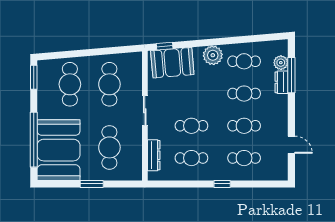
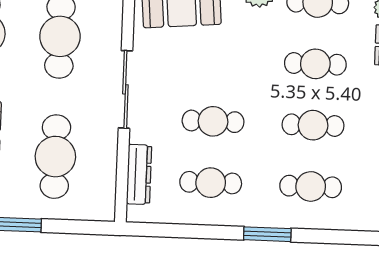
sliding door: (145, 111) -> (125, 89), width x1.37
window: (222, 184) -> (267, 234), width x1.50

